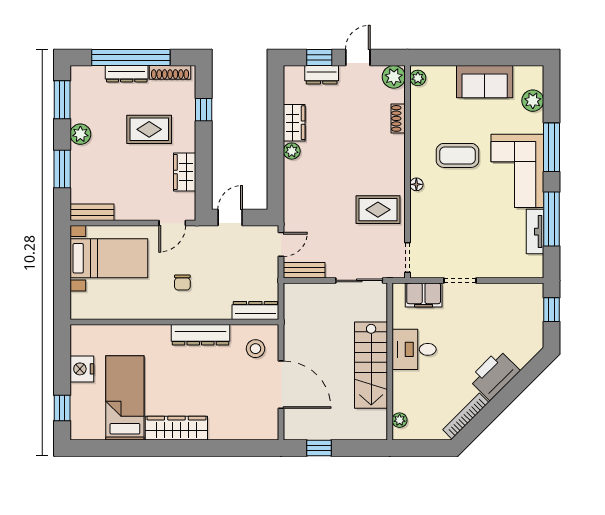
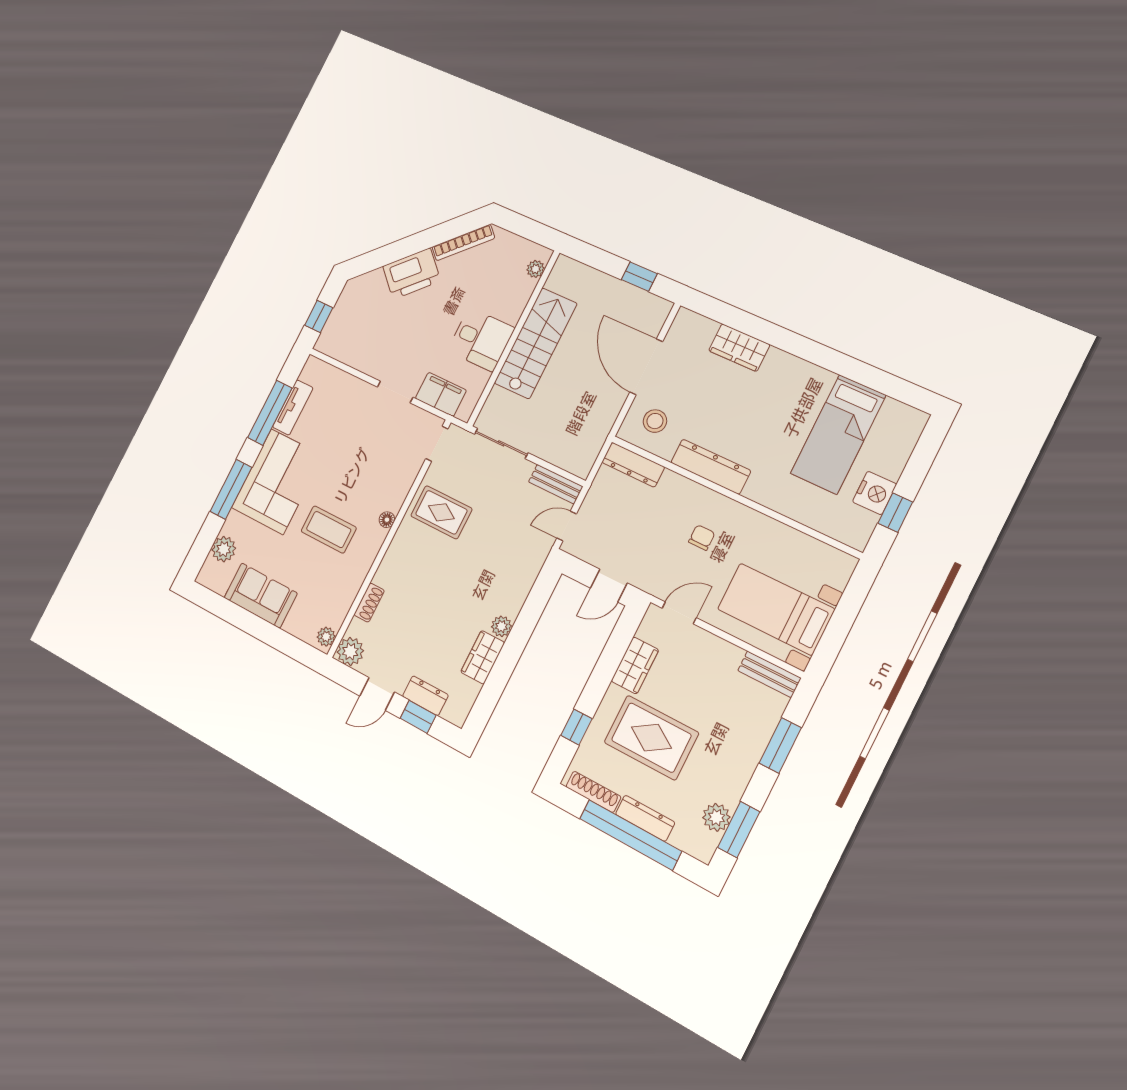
rug: (149, 129) -> (651, 738), width x1.36, depth x1.43
plant: (80, 134) -> (716, 817), moved
window: (62, 408) -> (895, 513), moved
wardrobe: (176, 428) -> (739, 348), moved, width x0.67

